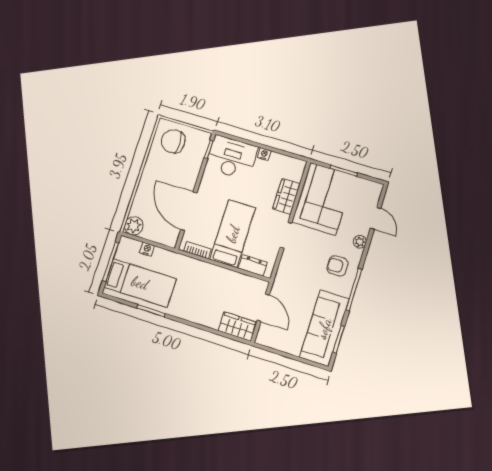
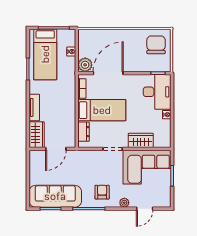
plant: (134, 226) -> (85, 65), moved
tv unit: (202, 318) -> (34, 107), added

